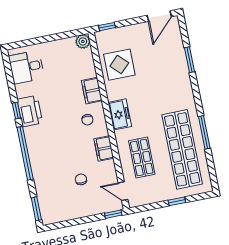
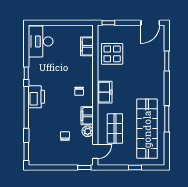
plant: (83, 41) -> (88, 131), moved
desk: (26, 67) -> (41, 41), width x1.37
filing cabinet: (92, 91) -> (87, 46), moved
printer: (30, 111) -> (36, 97), moved
door: (123, 191) -> (95, 151), swing flipped

